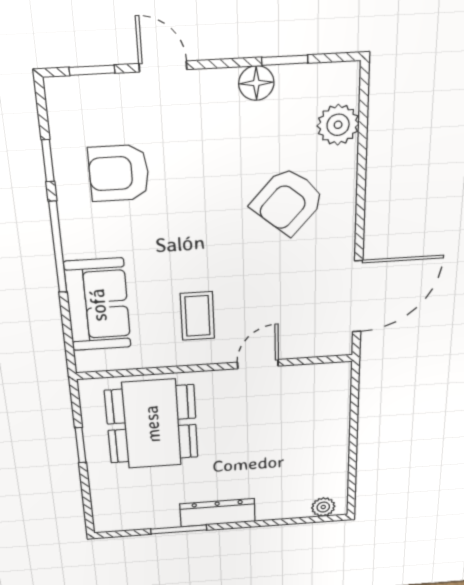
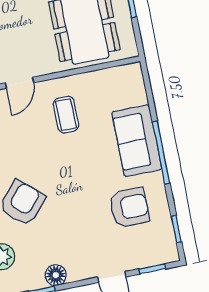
window: (48, 161) -> (176, 229), moved
sofa: (98, 305) -> (137, 141), moved

